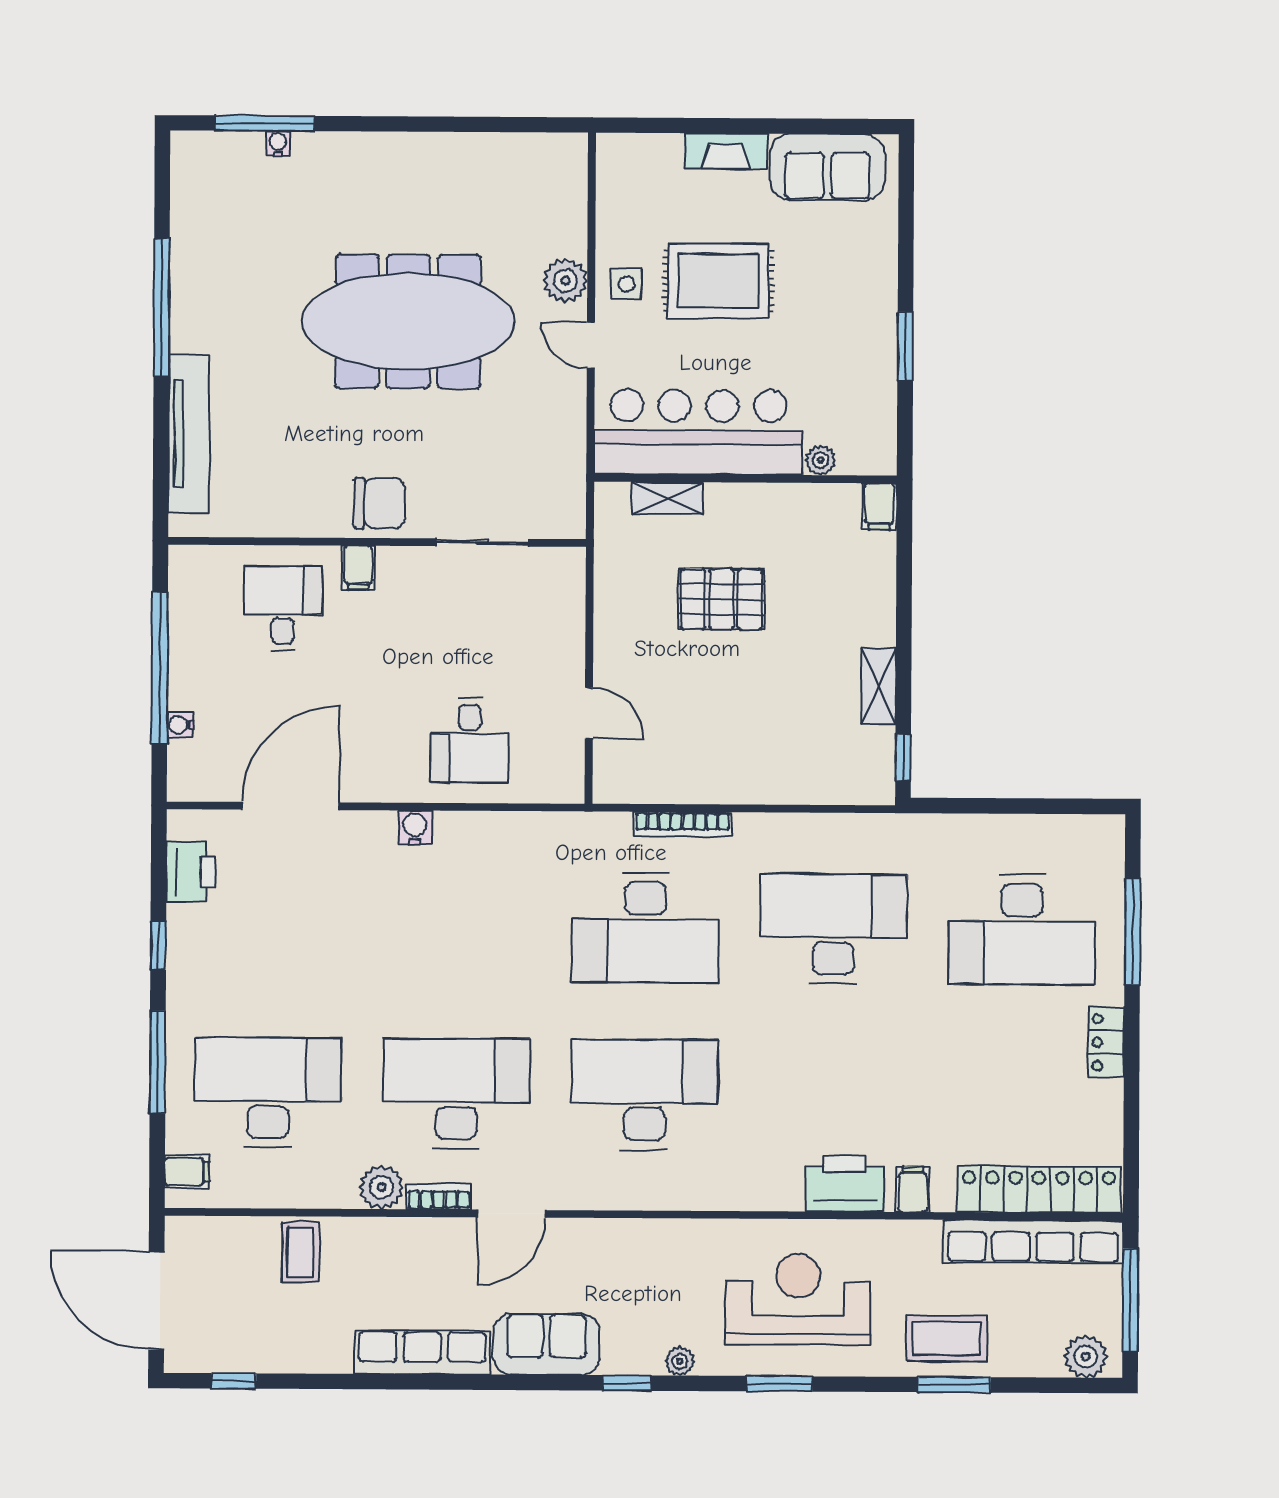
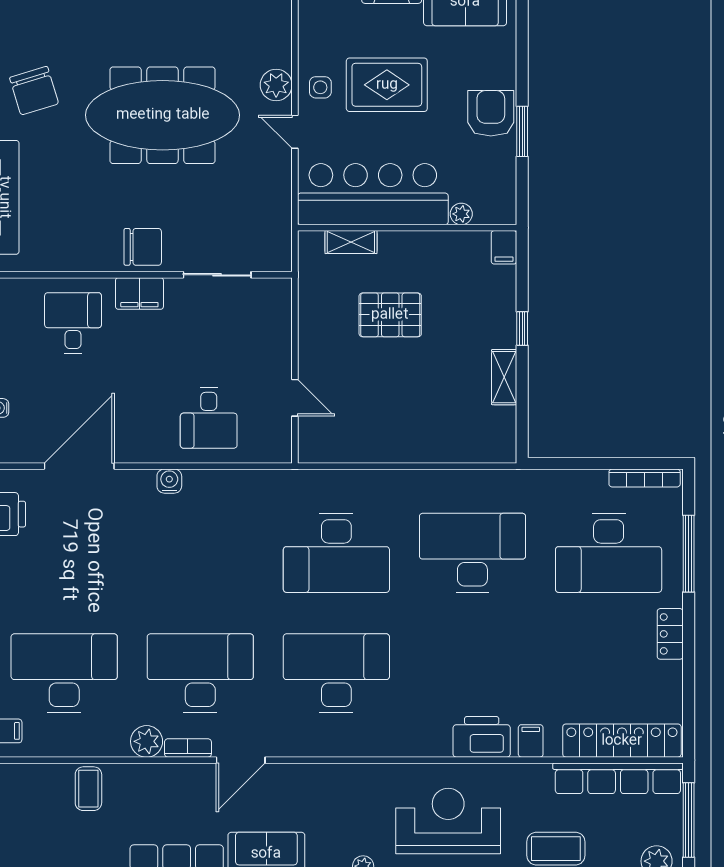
chair: (231, 286) -> (34, 91), added
armchair: (862, 321) -> (491, 113), added
filing cabinet: (358, 568) -> (139, 293), width x2.00
window: (903, 758) -> (522, 328), moved
bookcase: (682, 824) -> (645, 478), moved

